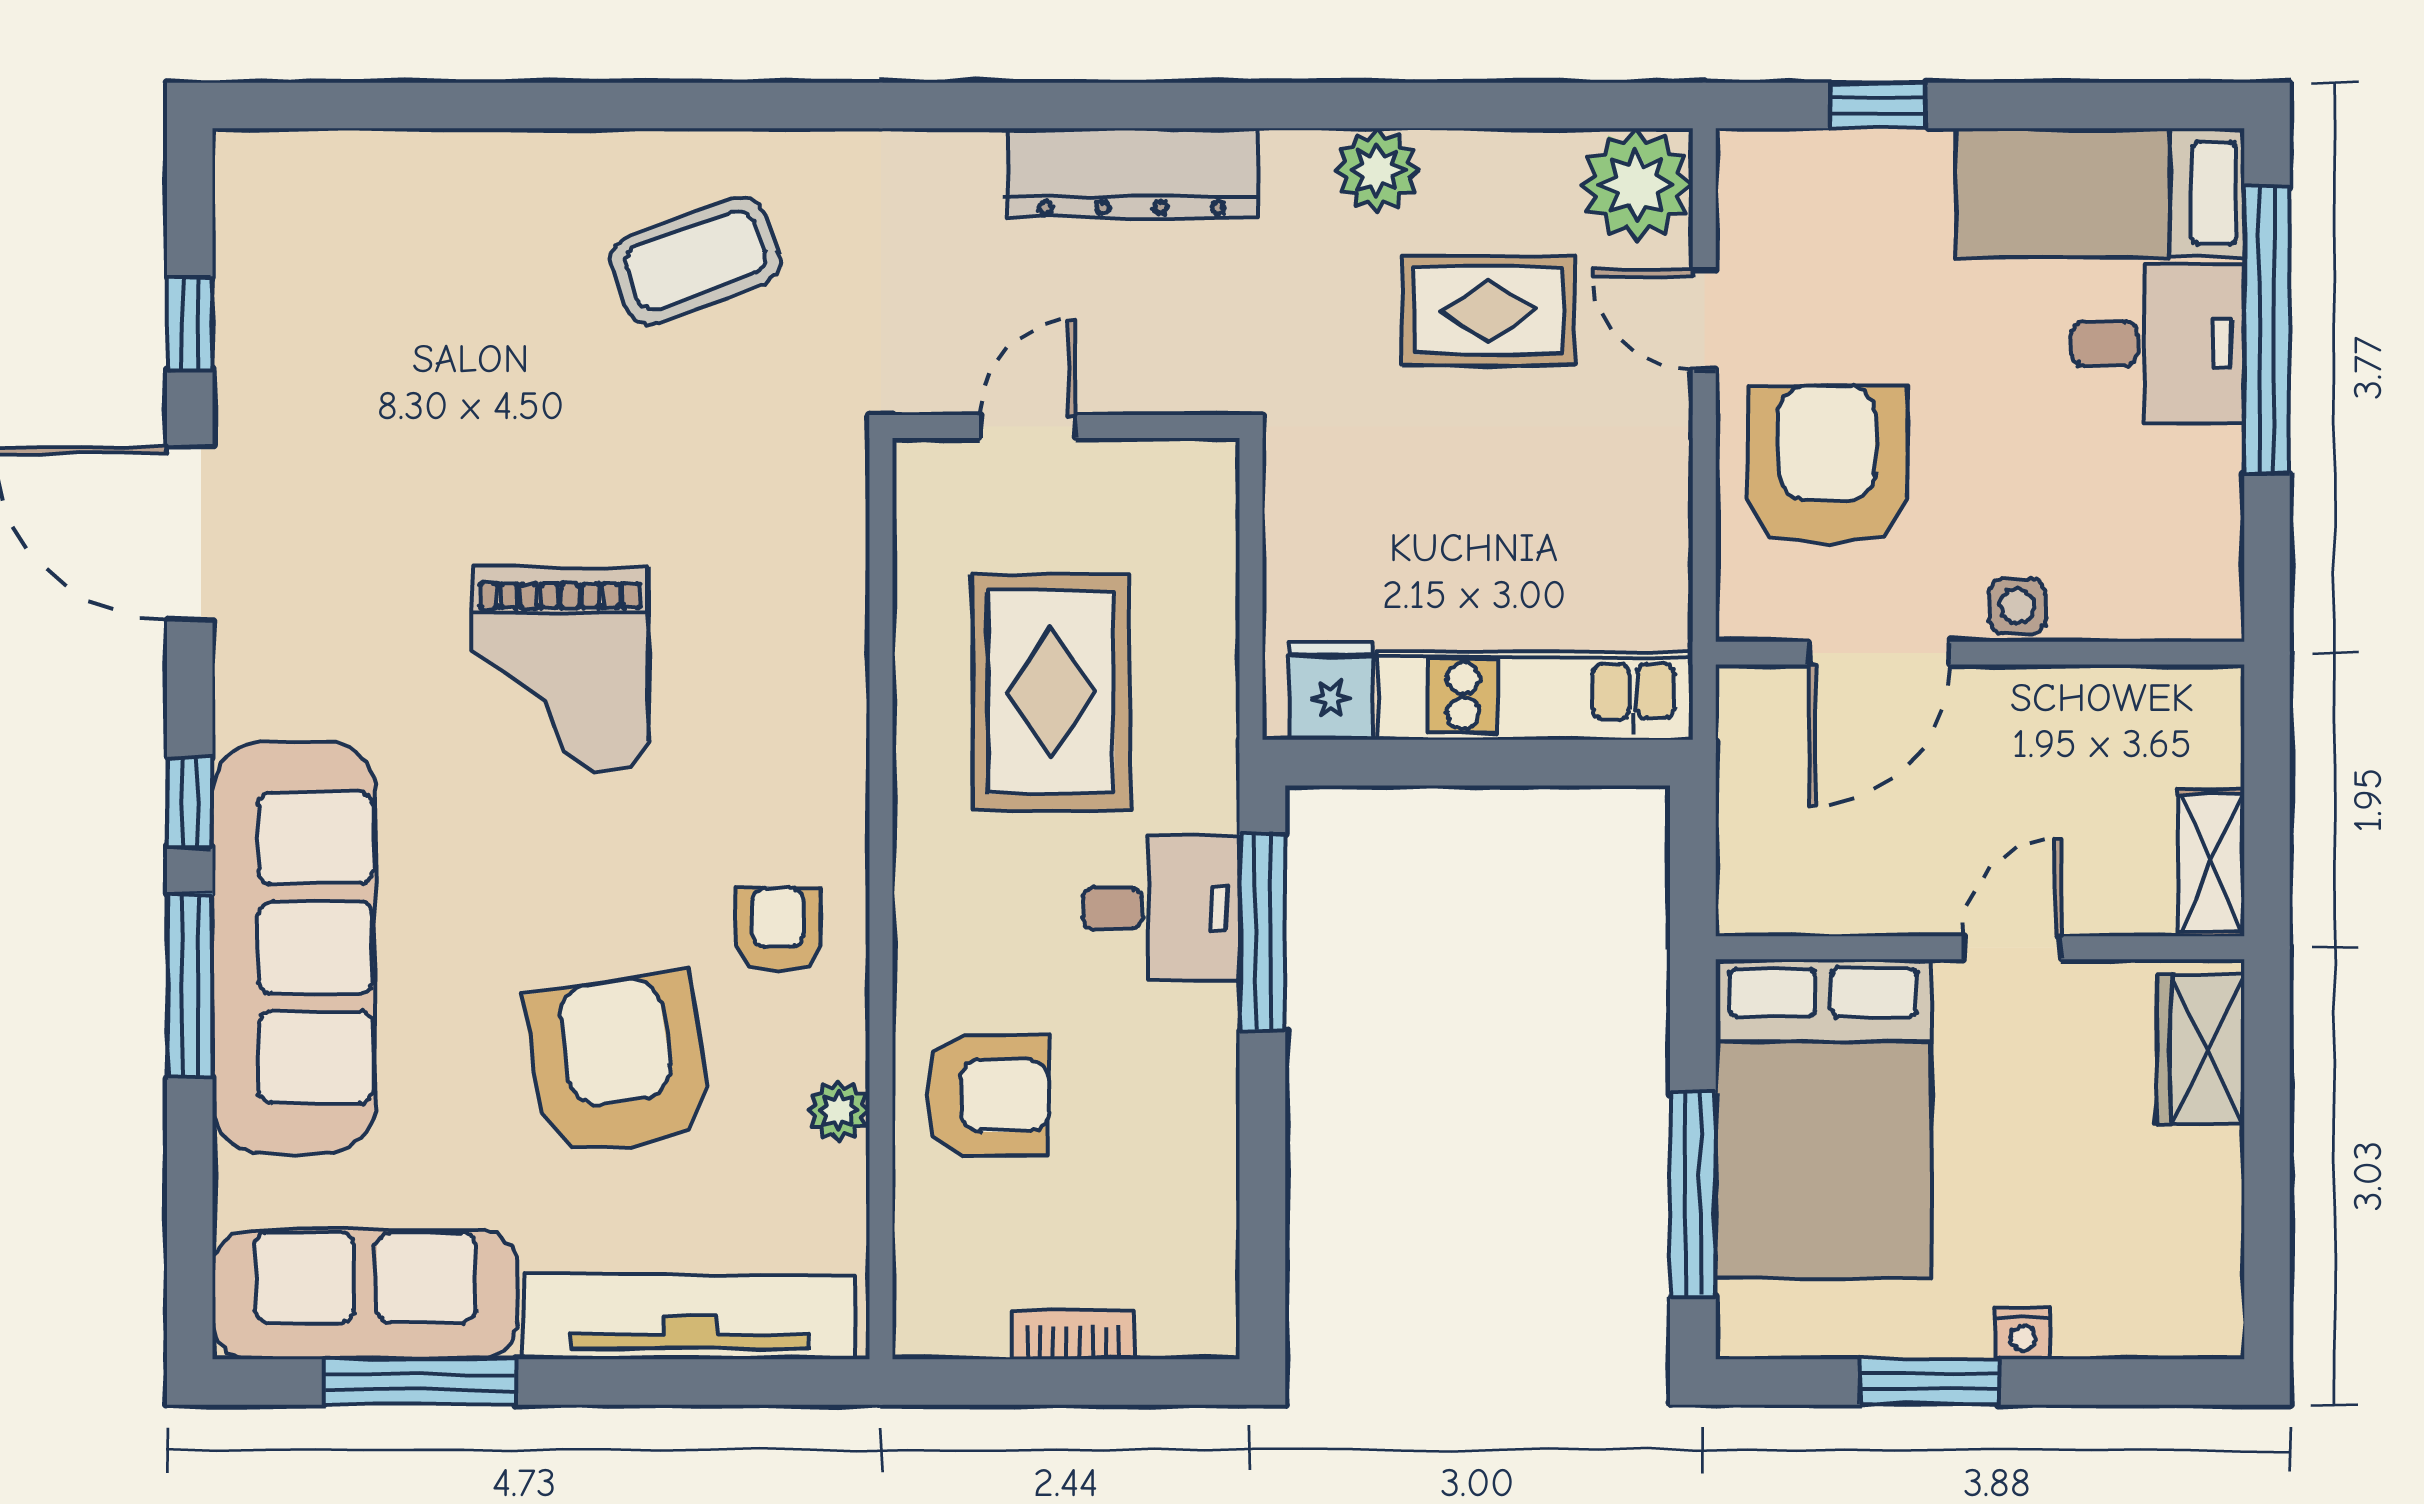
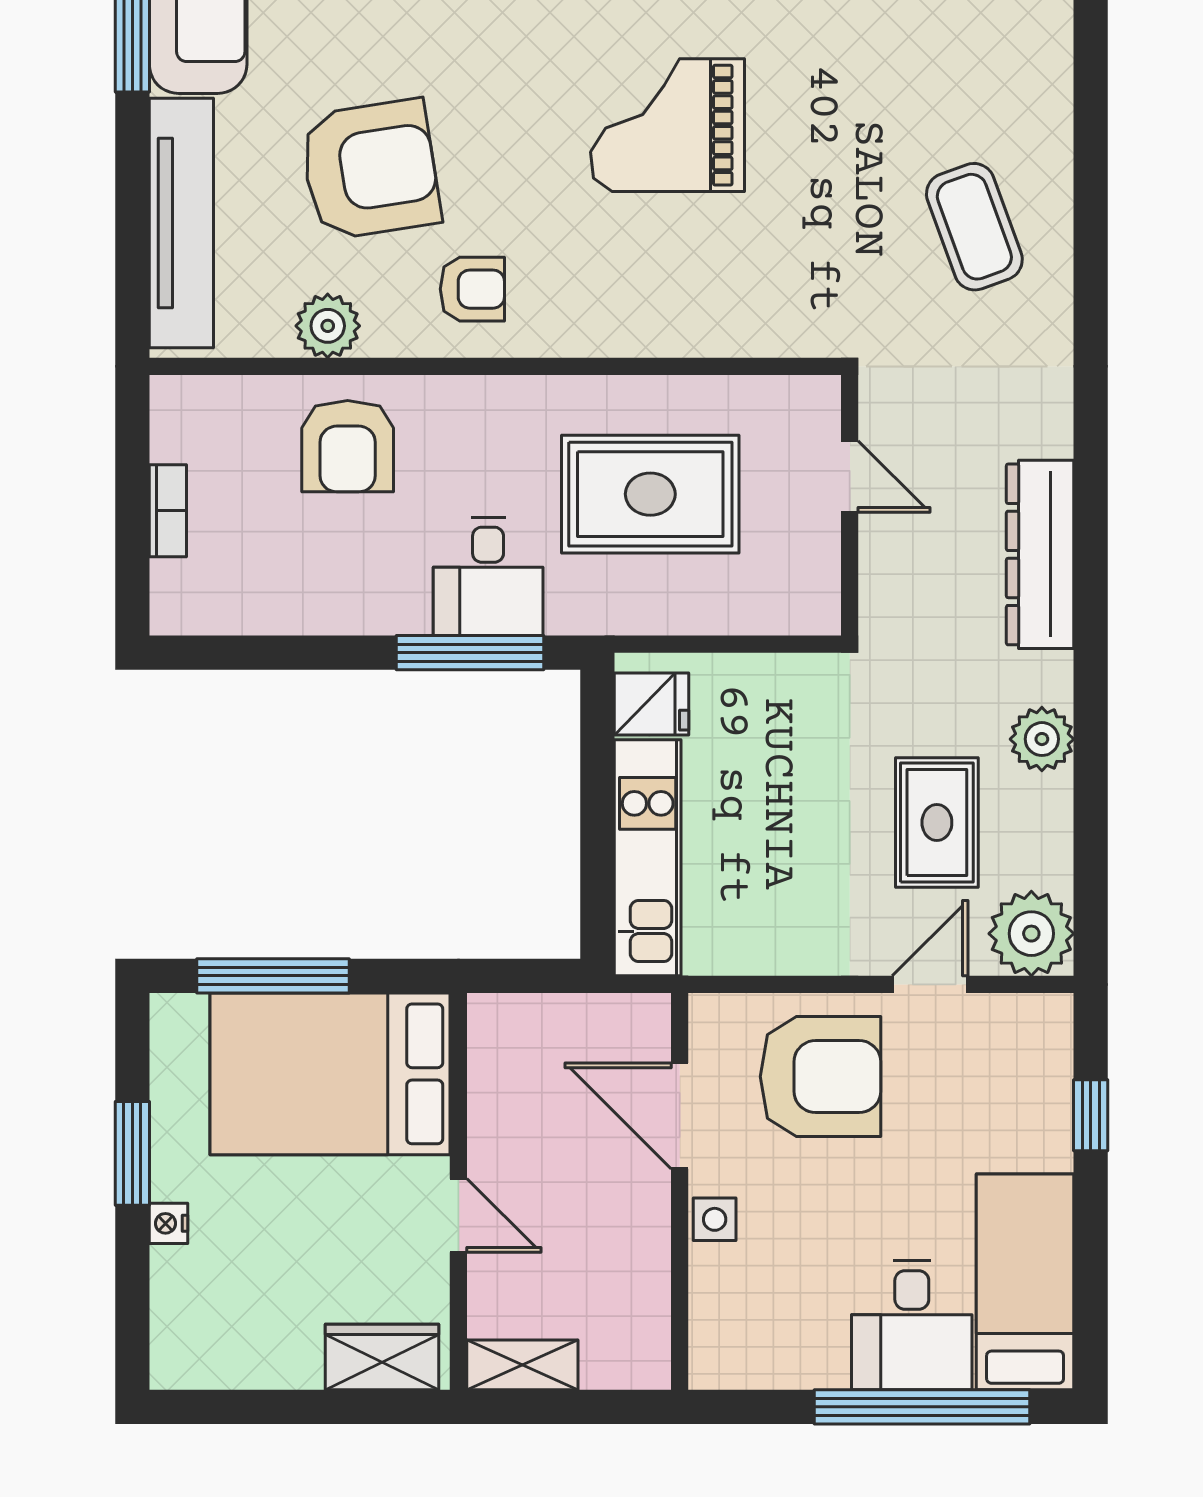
plant: (839, 1110) -> (328, 326), width x1.38, depth x1.38

